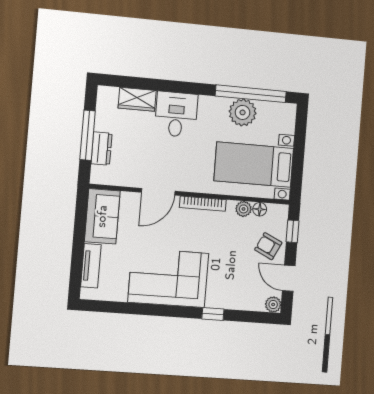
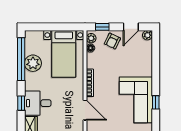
window: (178, 87) -> (21, 103), added
plant: (244, 209) -> (91, 38), moved
window: (213, 314) -> (156, 102), moved

